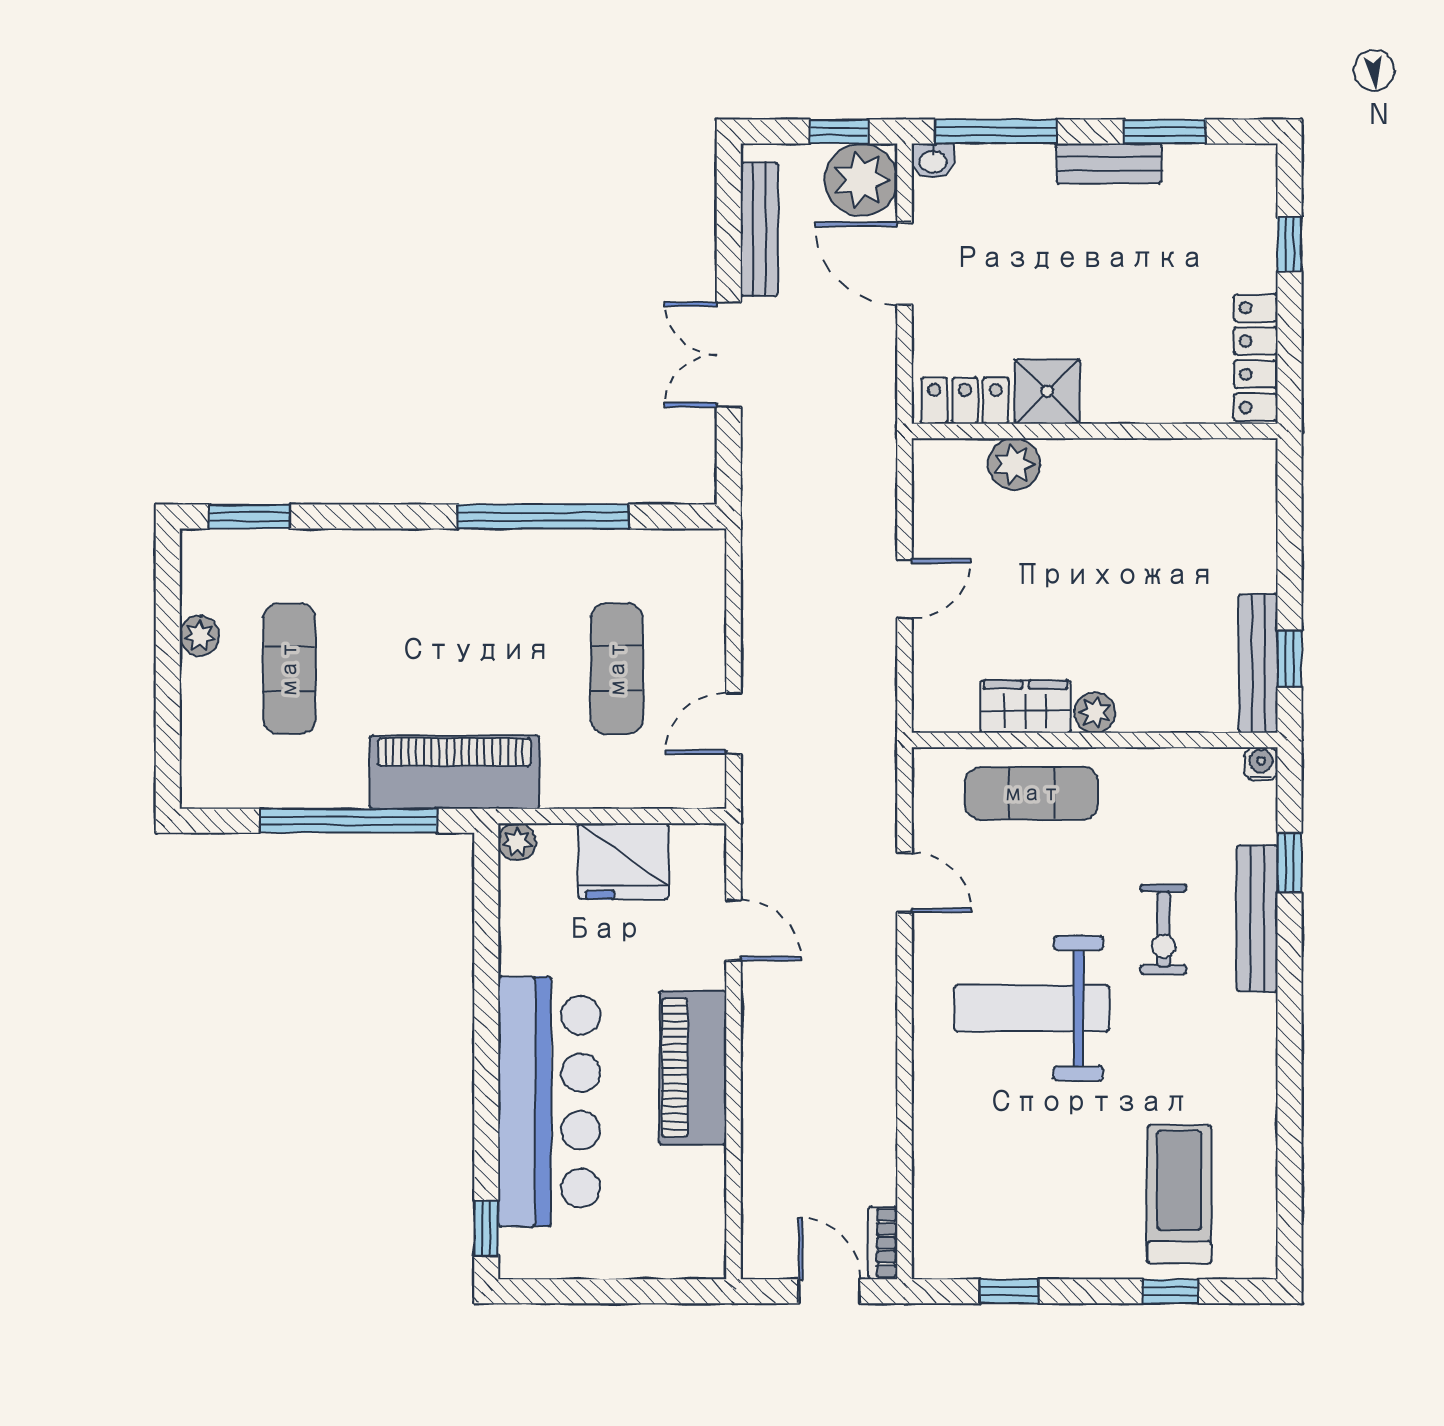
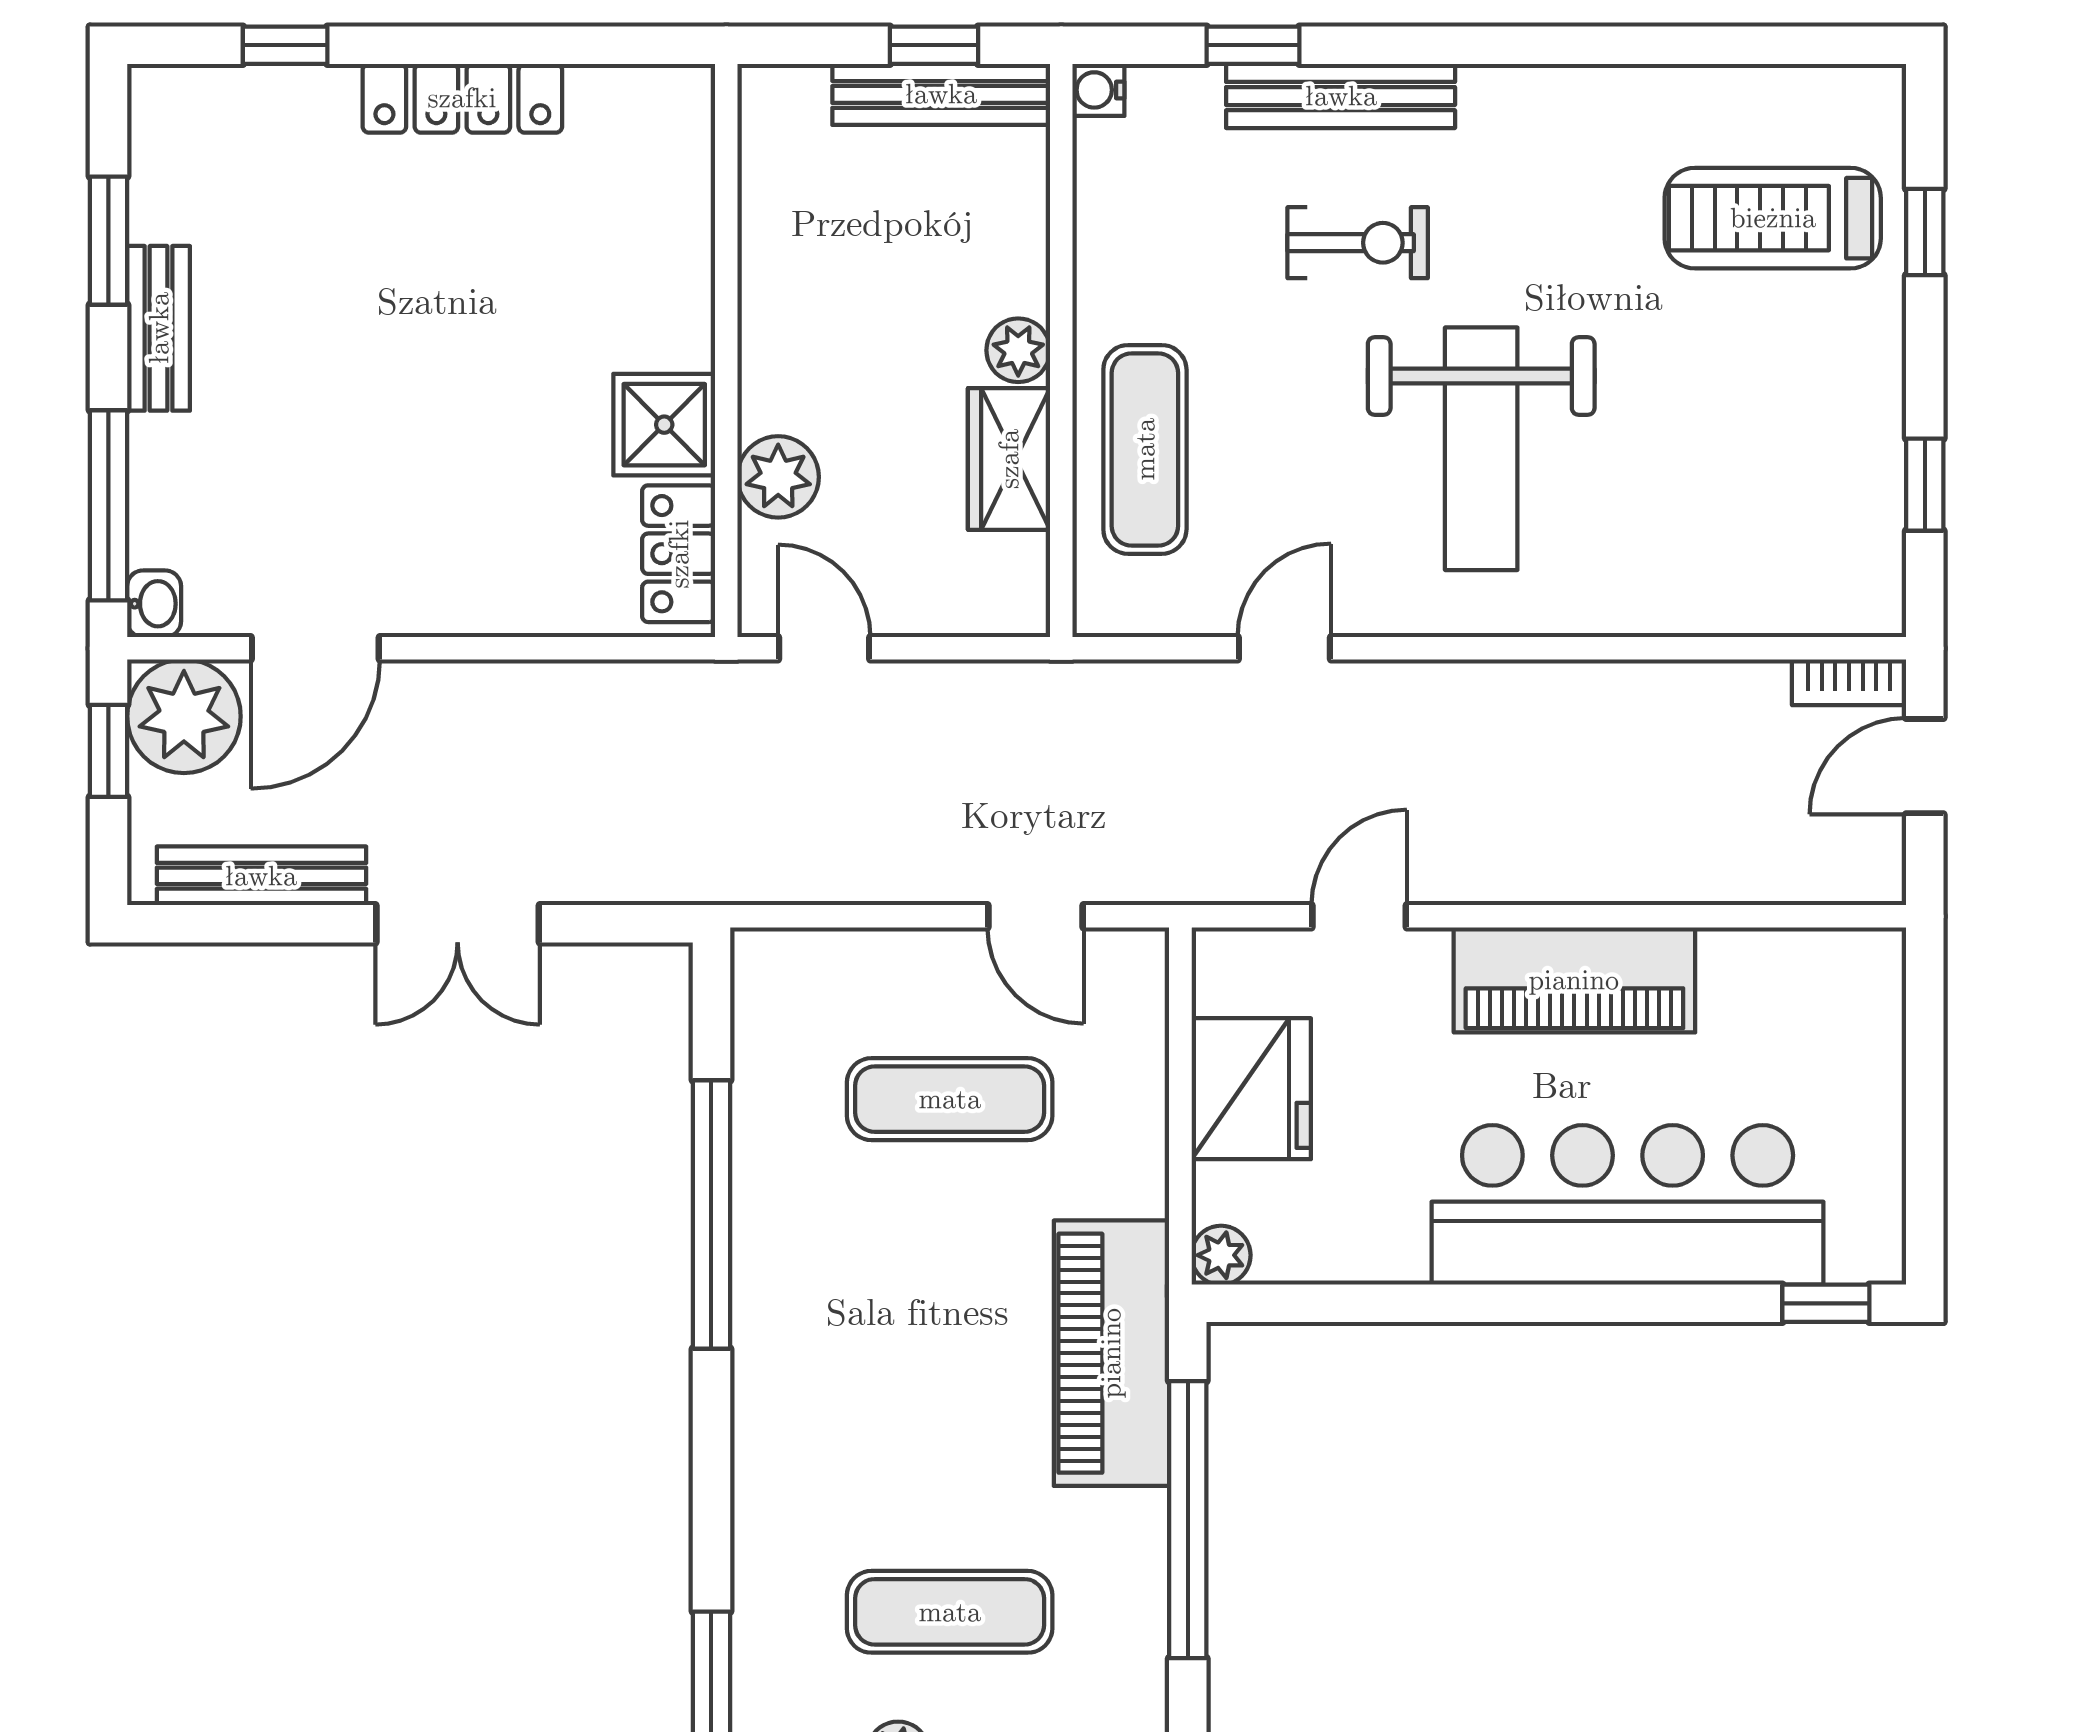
shower: (1047, 391) -> (664, 425), moved
locker: (965, 401) -> (679, 554), moved
wall: (1095, 431) -> (726, 351), moved
plant: (1014, 464) -> (778, 477), moved

